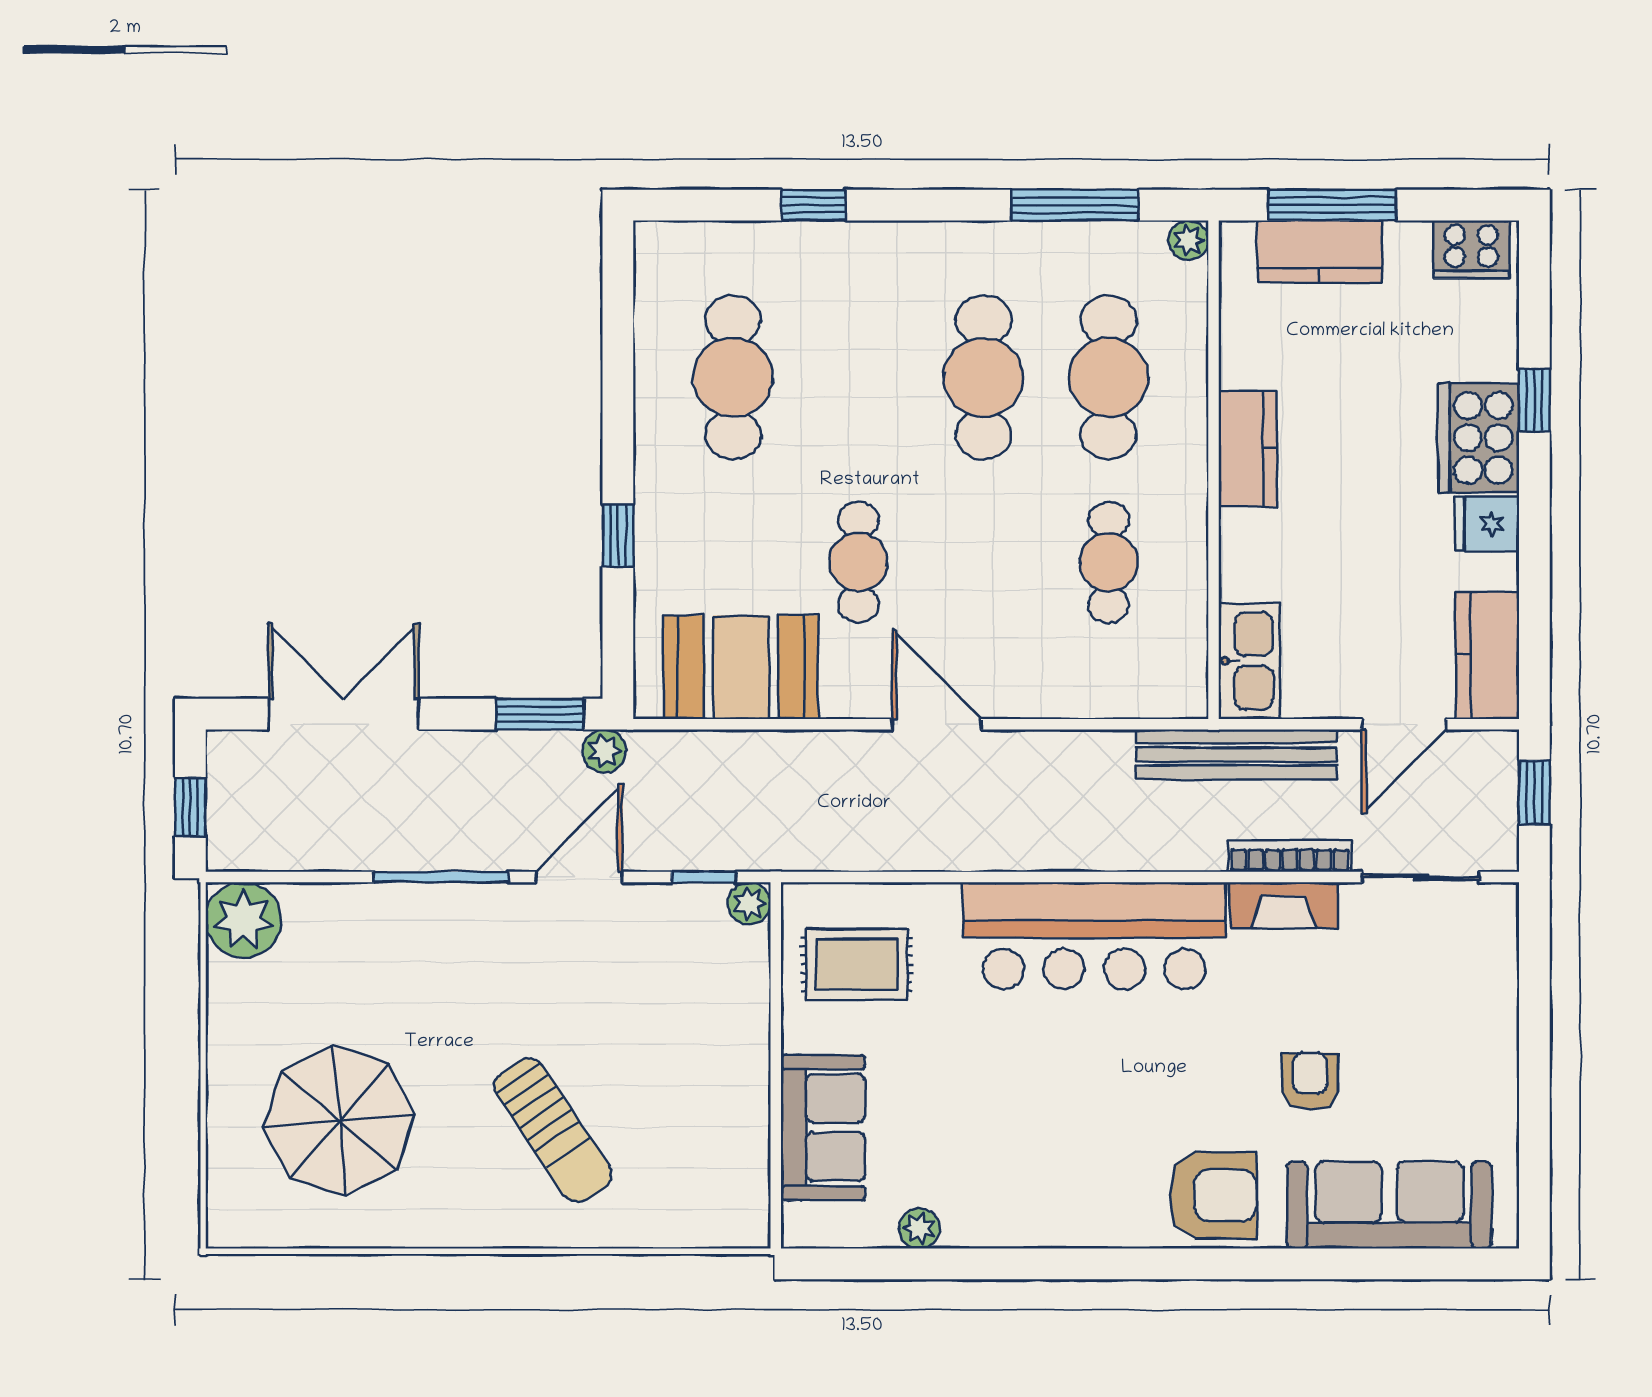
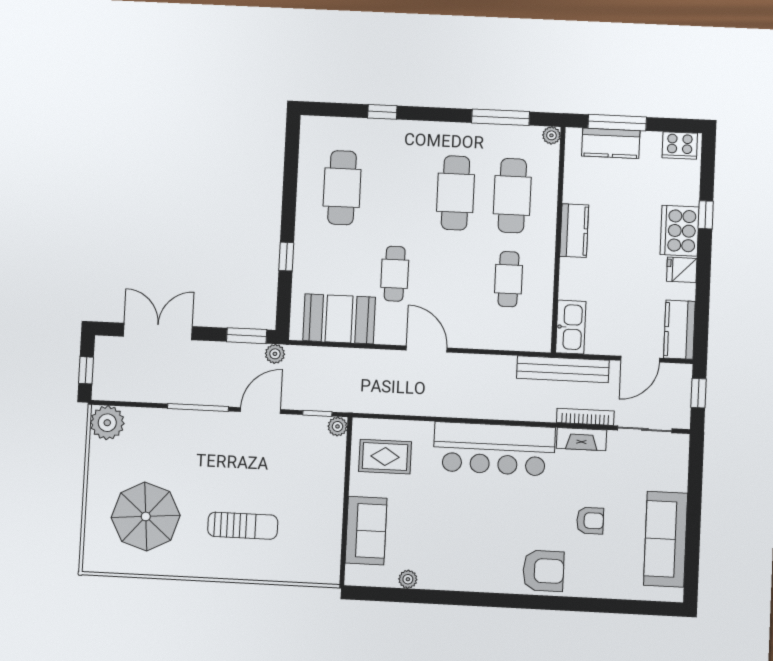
armchair: (1310, 1081) -> (590, 521), turned 90
sun lounger: (553, 1130) -> (243, 526), turned -56
sofa: (1389, 1205) -> (666, 539), moved, turned -90

